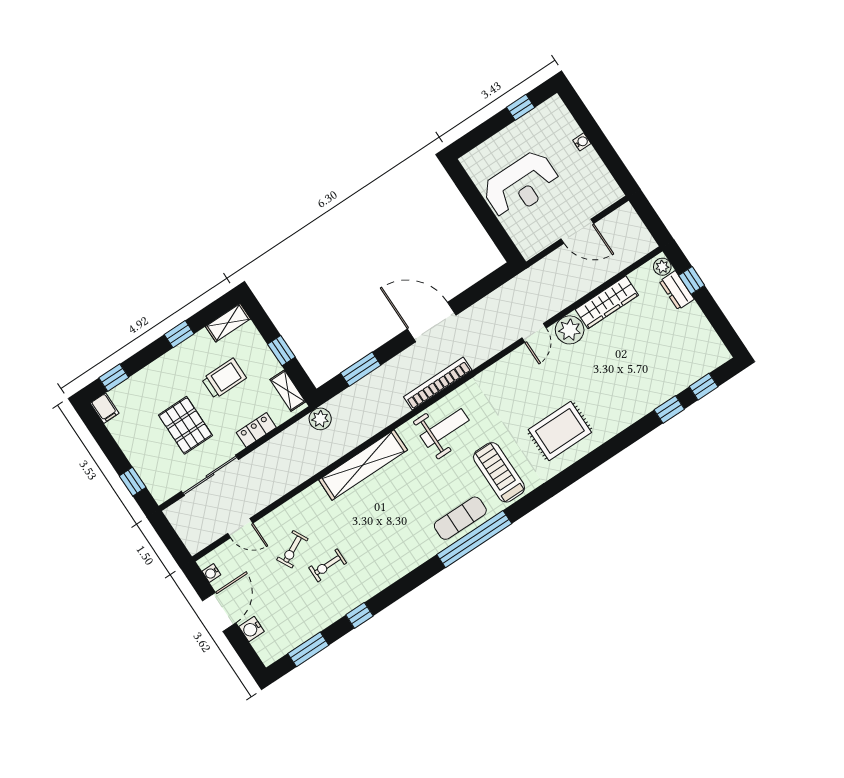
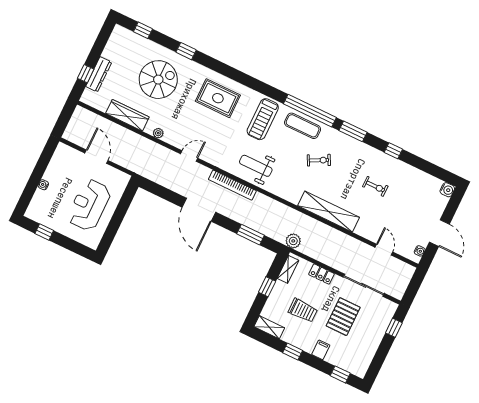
reception desk: (521, 185) -> (89, 205), turned -90
plant: (662, 267) -> (88, 95), removed
dresser: (677, 290) -> (99, 74), width x1.44
plant: (570, 330) -> (158, 133), width x0.53, depth x0.53
door: (534, 333) -> (189, 156), moved
spiral stairs: (629, 369) -> (158, 80), added
trolley: (224, 378) -> (303, 310), turned 180
filing cabinet: (105, 408) -> (321, 350), moved
window: (669, 409) -> (186, 51), moved
shelving: (363, 465) -> (329, 212), moved
exercise bike: (292, 549) -> (319, 160), moved
door: (219, 612) -> (439, 233), swing flipped
water cooler: (251, 629) -> (447, 190), moved
window: (308, 649) -> (353, 131), moved

